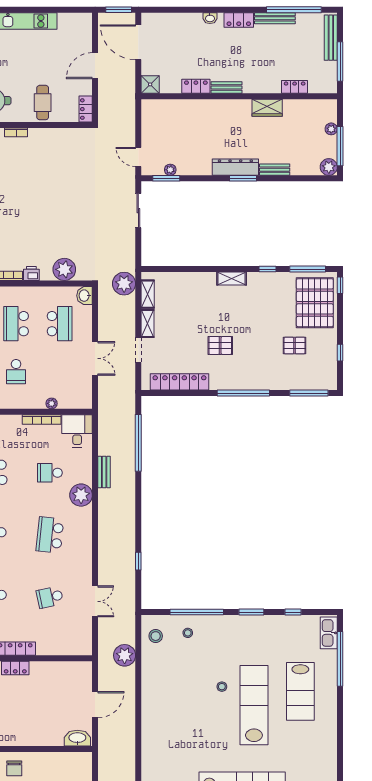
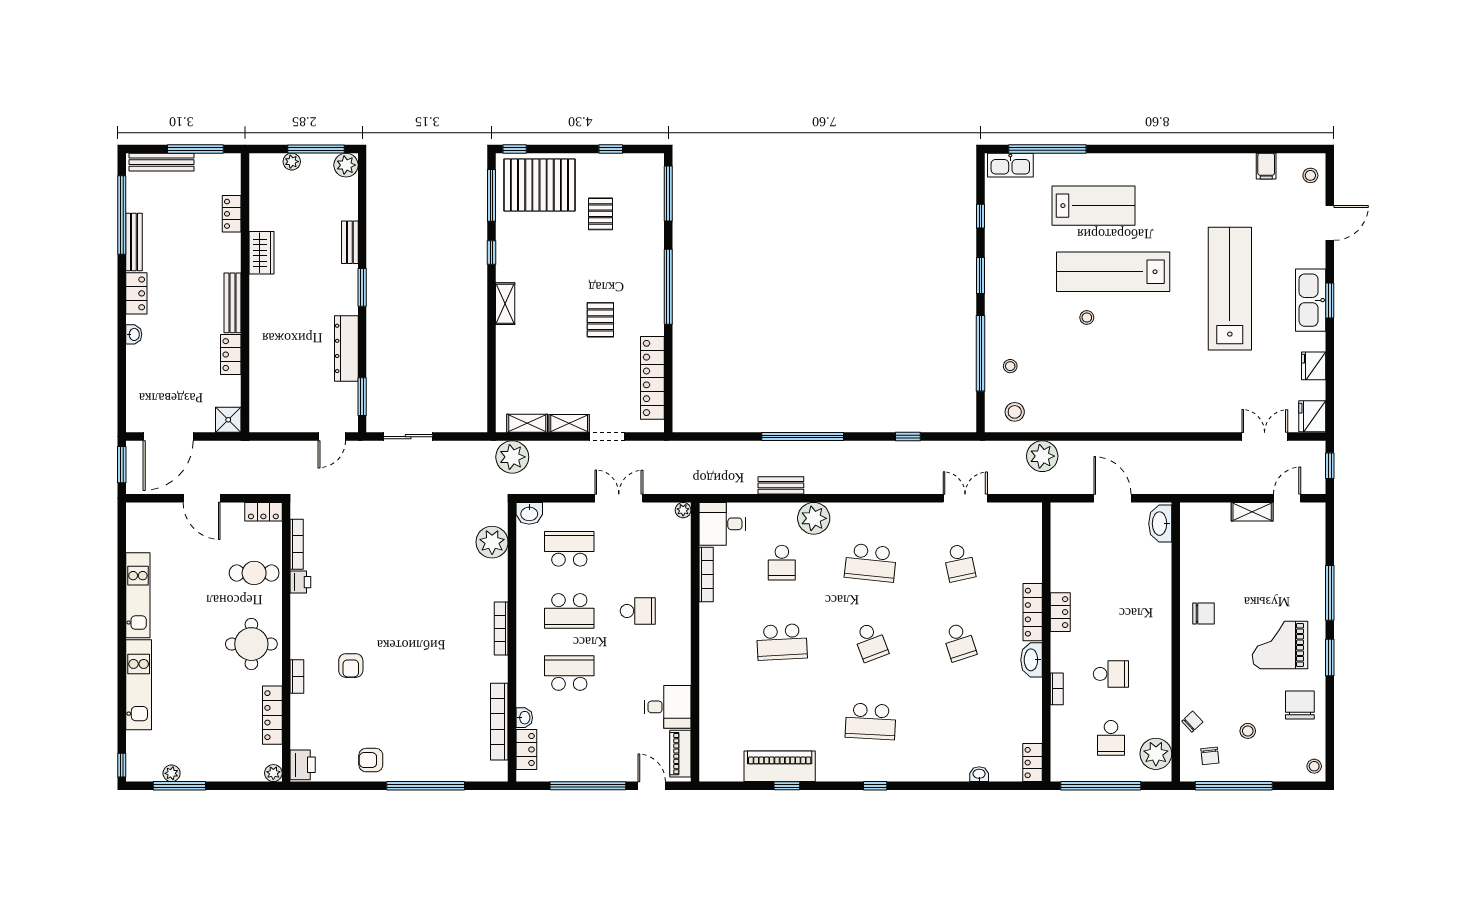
bench: (227, 87) -> (233, 303), width x1.36
bookcase: (16, 132) -> (297, 544), moved, width x1.56
dresser: (235, 167) -> (346, 348), moved
plant: (170, 170) -> (350, 391), removed
printer: (31, 274) -> (300, 582), moved, turned 180
plant: (52, 403) -> (683, 510), moved
window: (138, 443) -> (803, 437), moved

